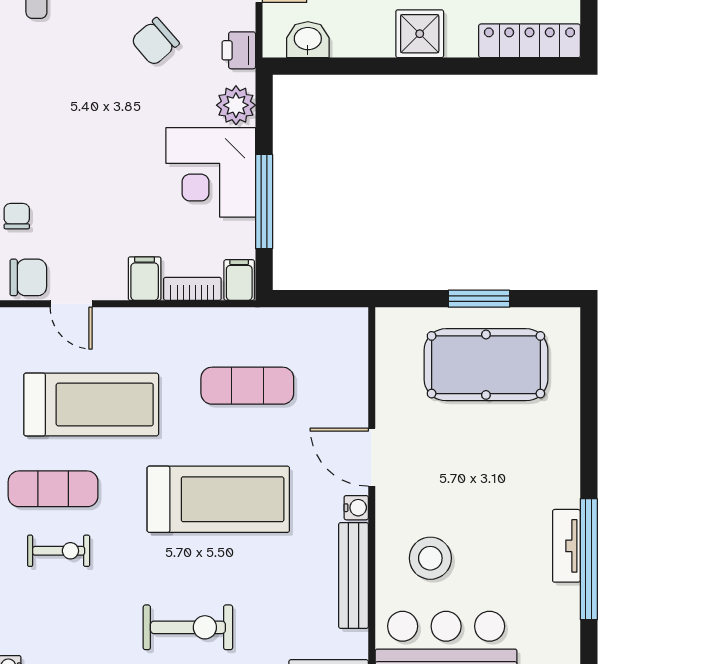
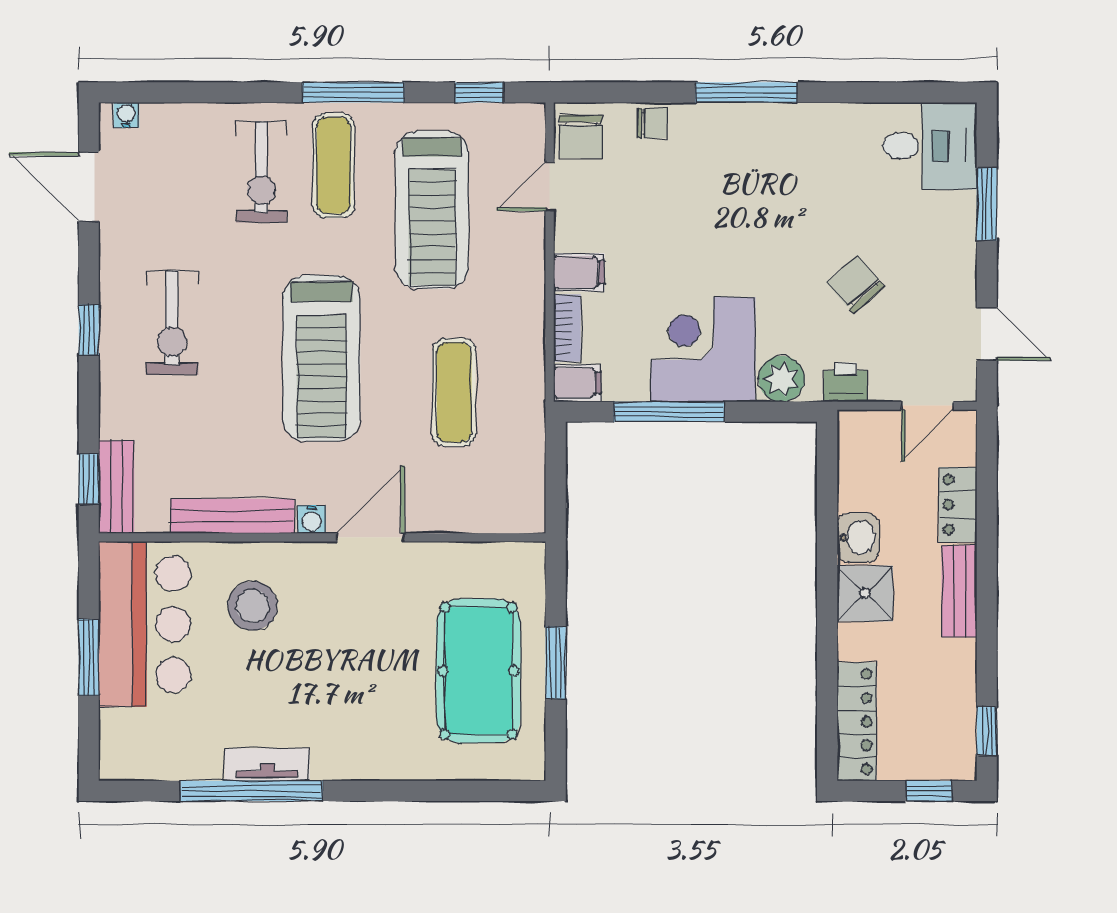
washbasin: (308, 40) -> (858, 538), moved
exercise bike: (59, 551) -> (261, 172), width x1.38, depth x1.39

